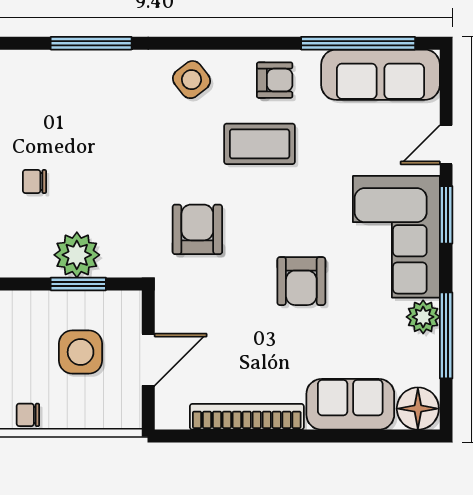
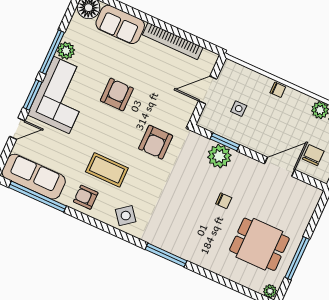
window: (446, 335) -> (52, 52), moved
side table: (81, 352) -> (239, 109), width x0.54, depth x0.54

